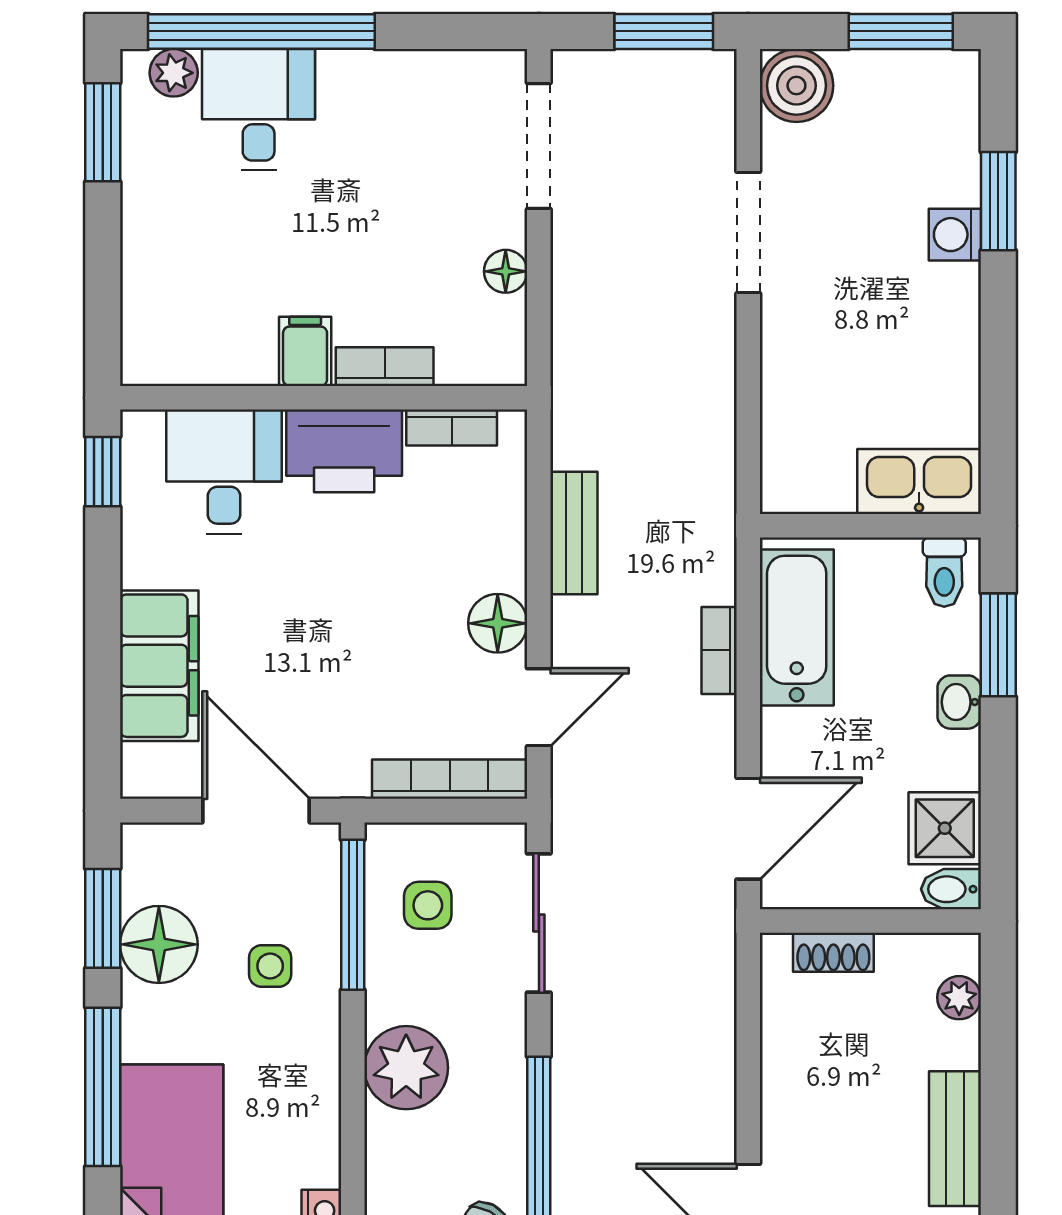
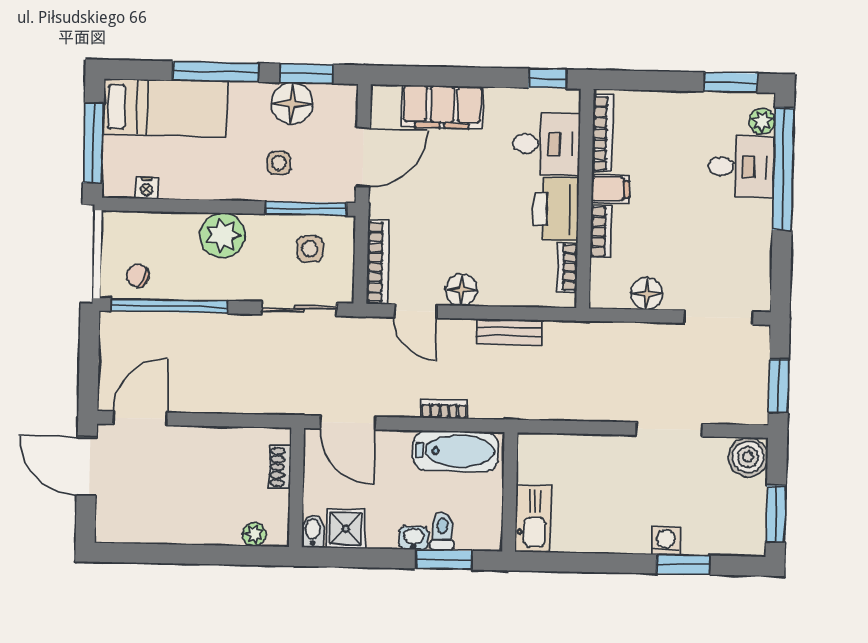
floor lamp: (506, 271) -> (647, 294), width x1.37, depth x1.37
bookcase: (202, 368) -> (603, 133), added
toilet: (944, 572) -> (442, 531), moved, turned 90
bench: (955, 1139) -> (178, 531), removed

